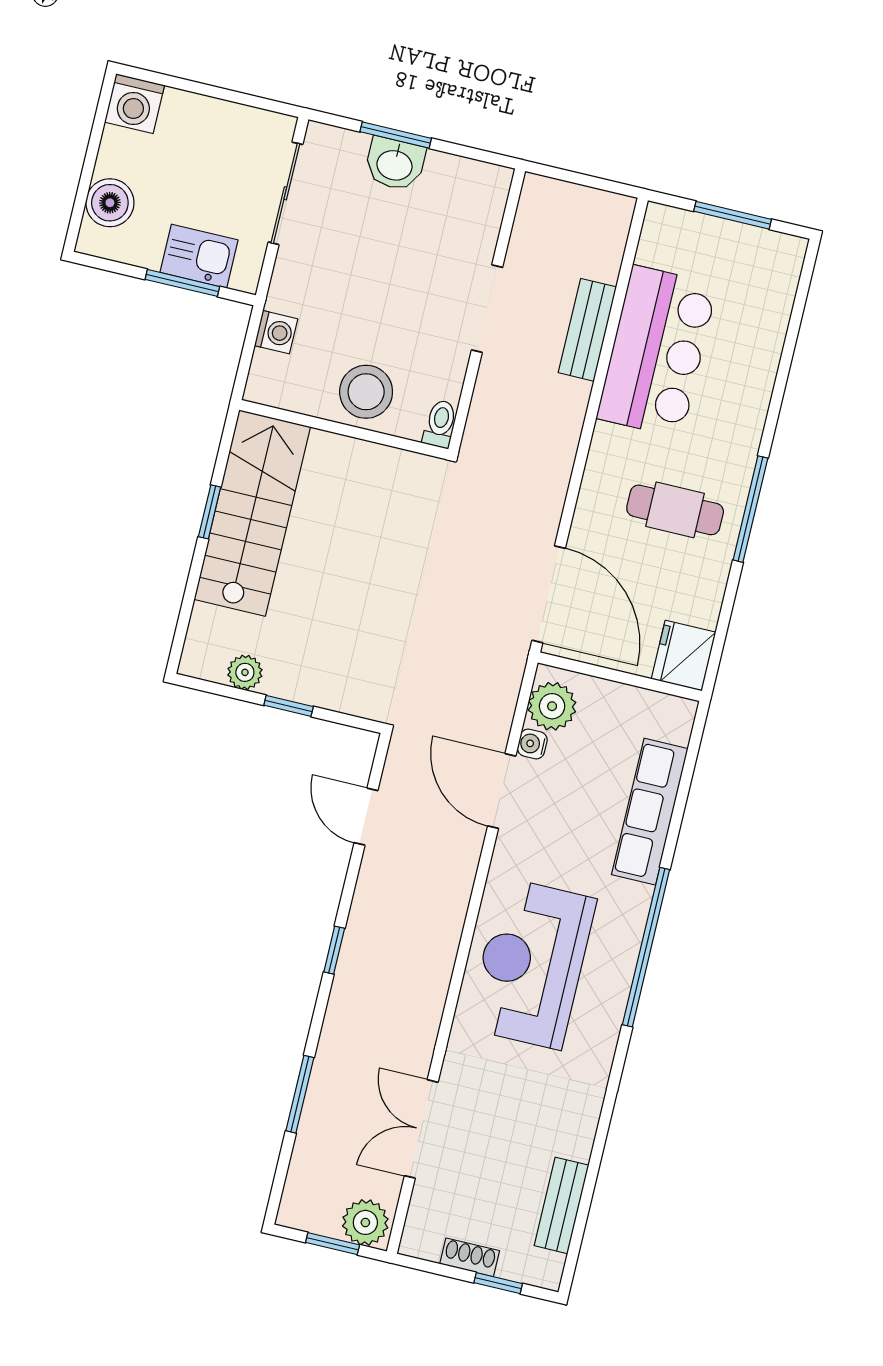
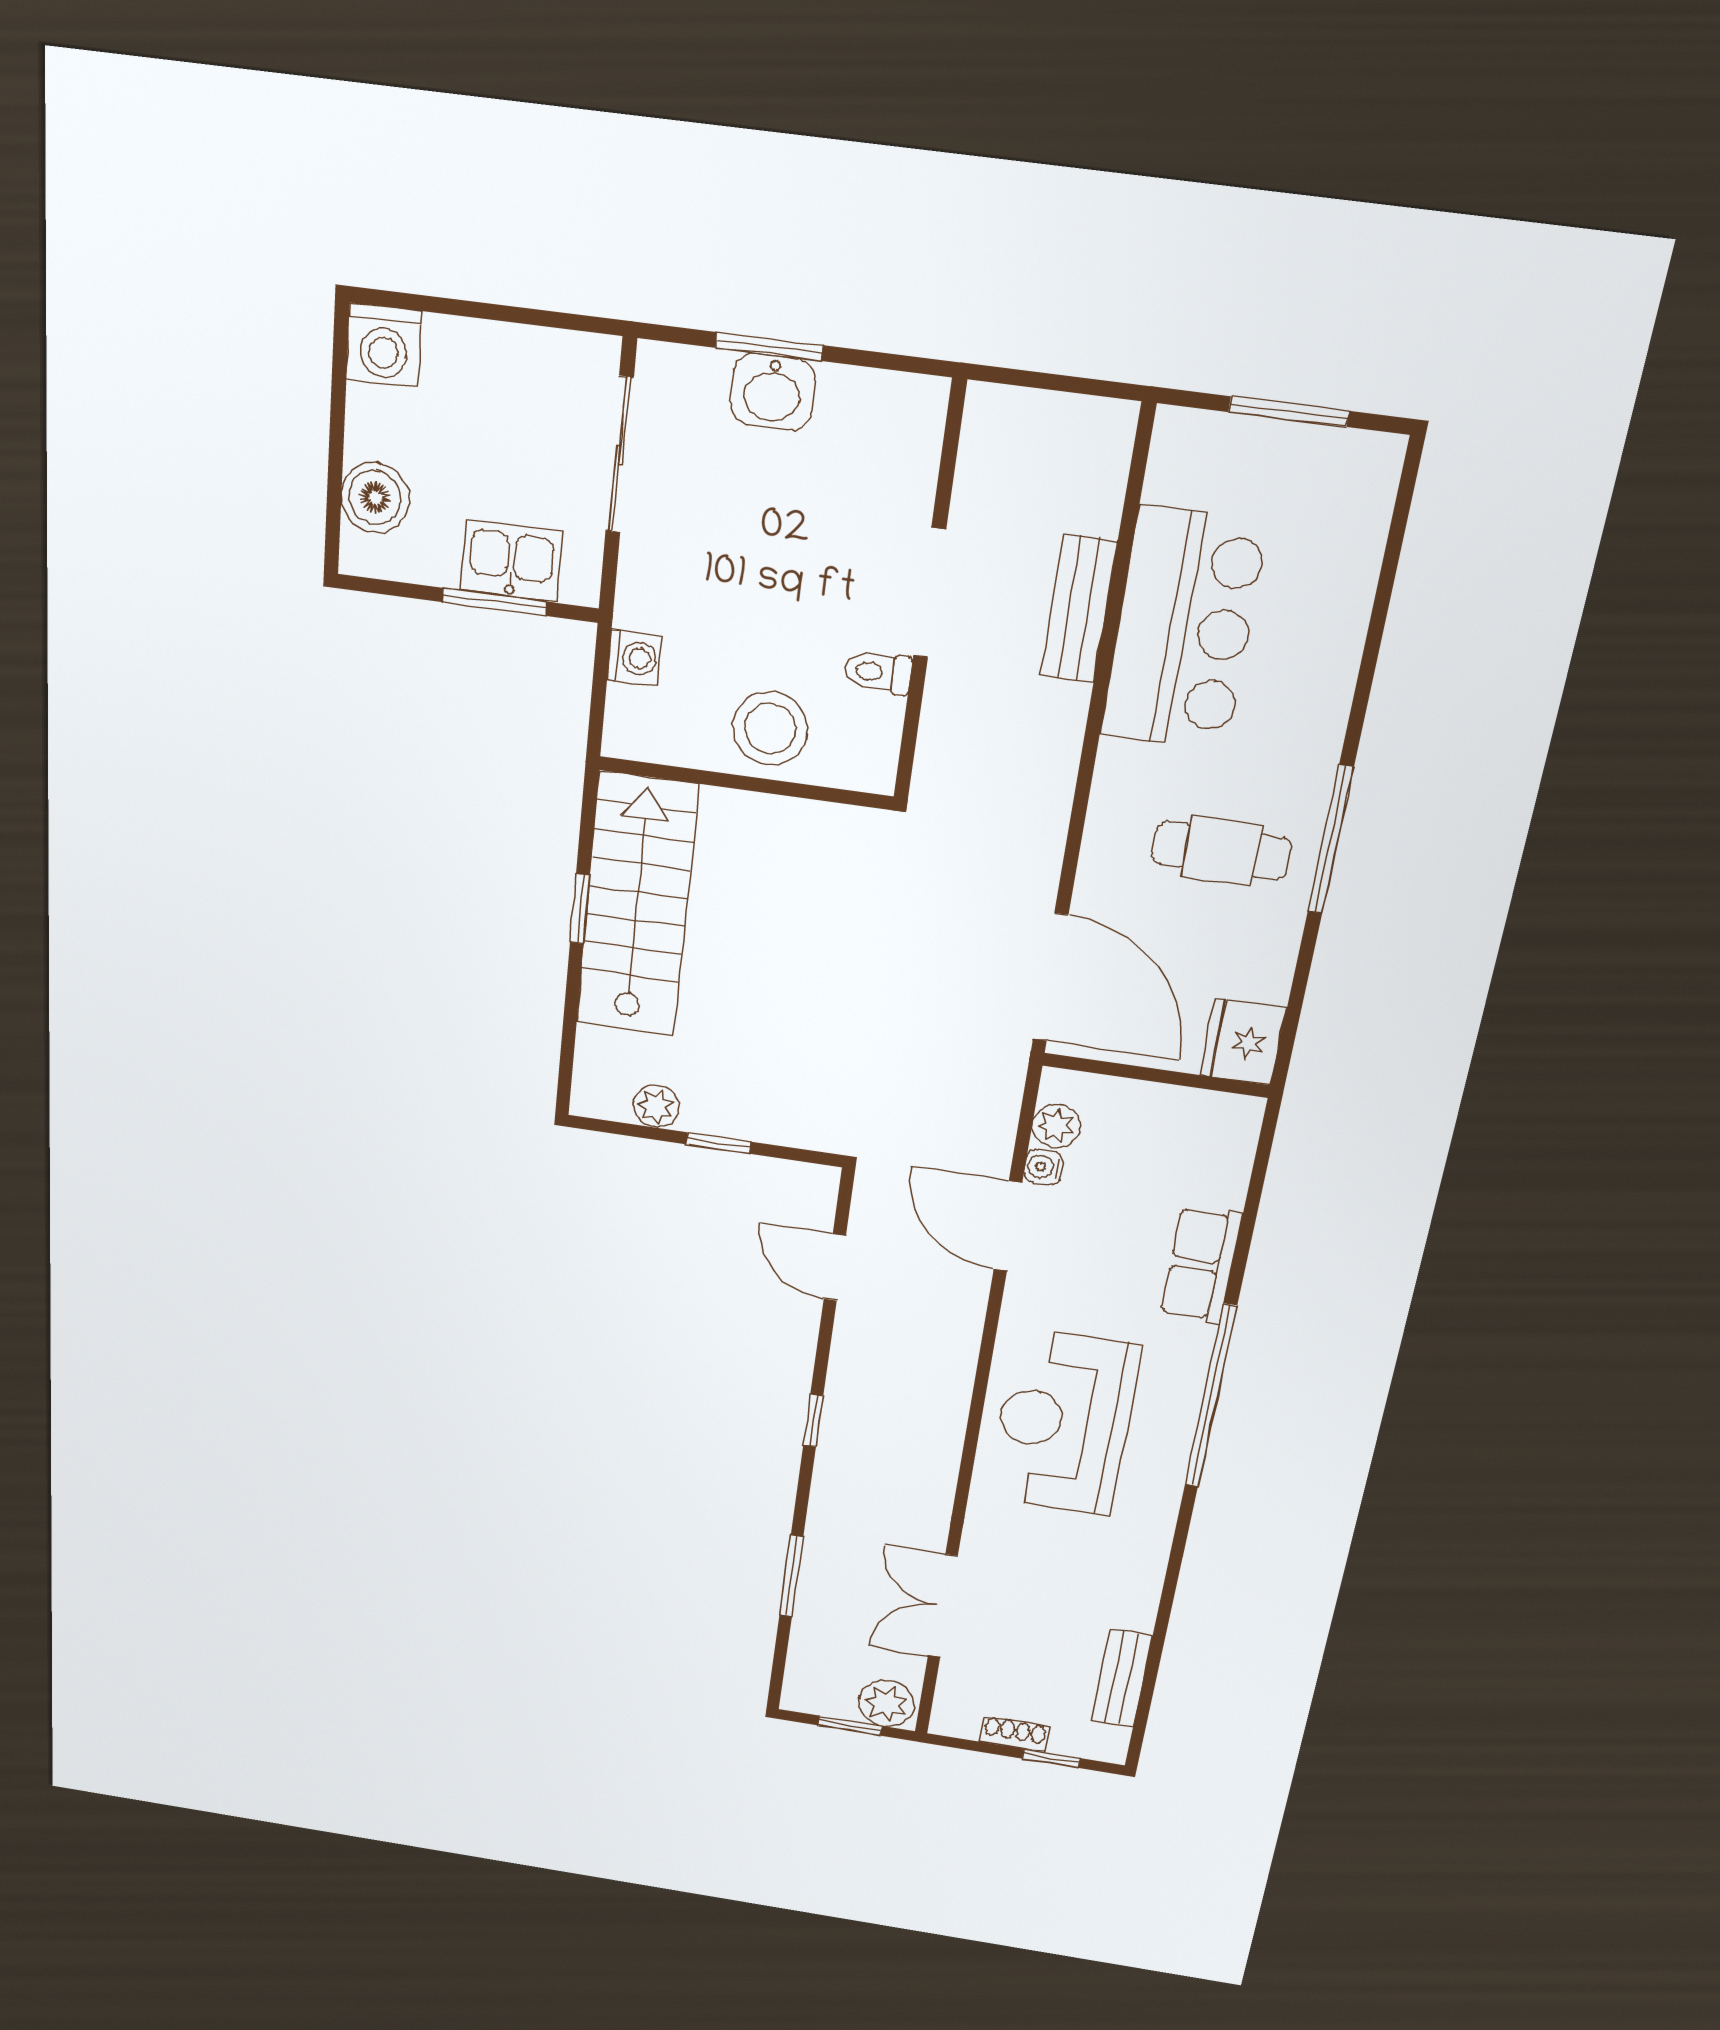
toilet: (440, 424) -> (878, 672), moved, turned -90
plant: (552, 706) -> (1056, 1126), width x0.73, depth x0.73
row of seats: (650, 812) -> (1201, 1265), width x0.68

